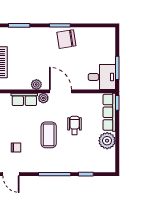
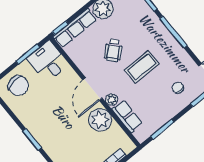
chair: (66, 39) -> (18, 86), moved
plant: (36, 85) -> (100, 120), width x1.88, depth x1.88
wheelchair: (75, 125) -> (113, 50), turned -43

